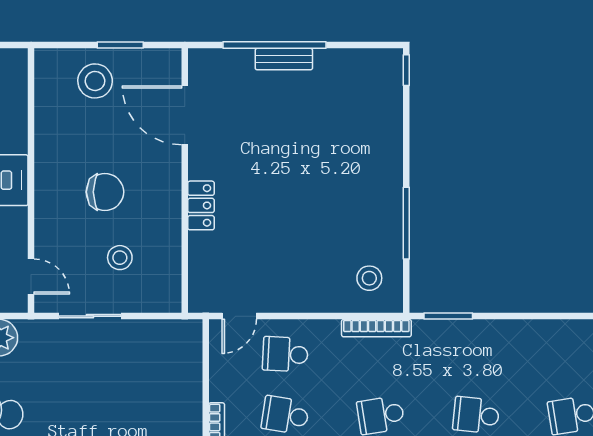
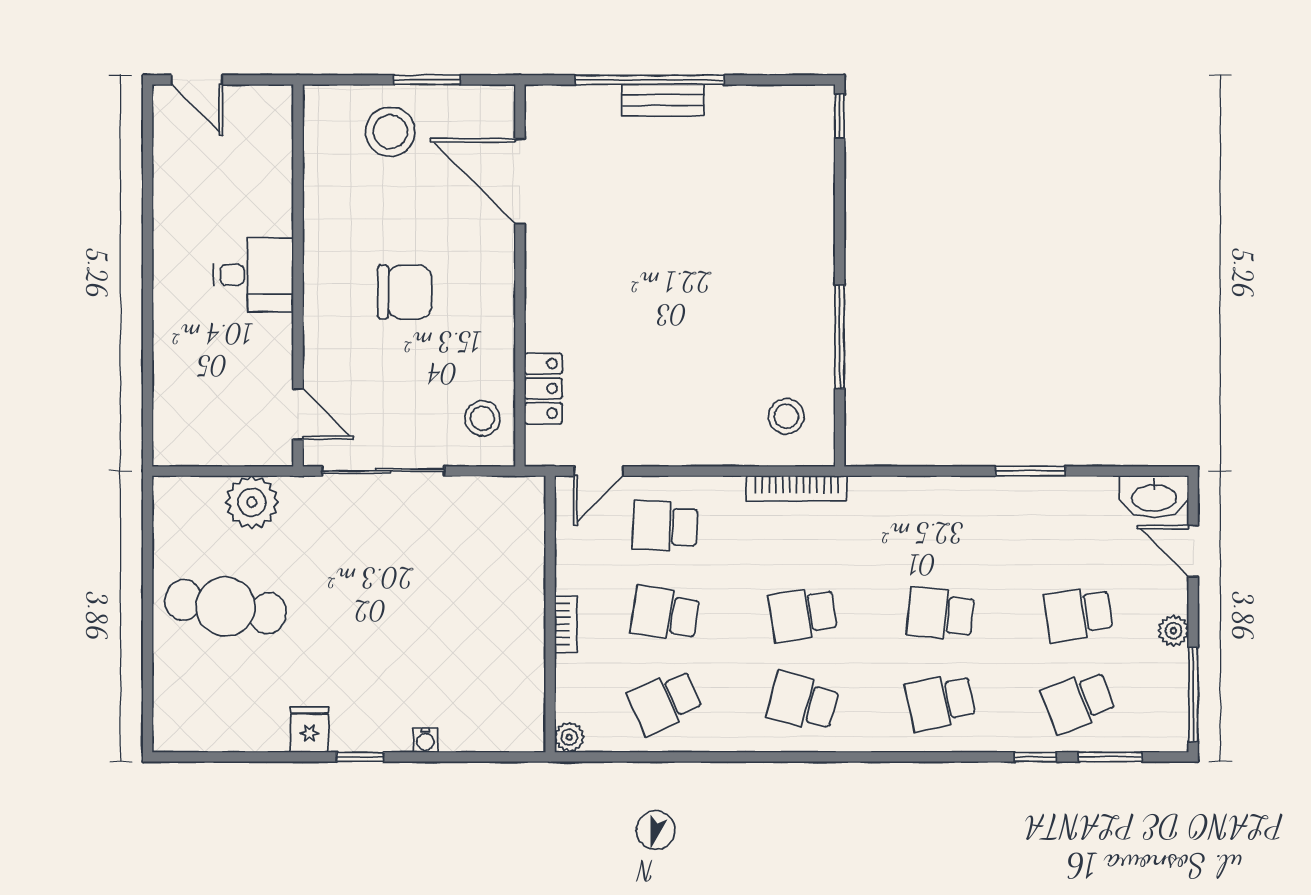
locker: (201, 205) -> (543, 388), moved
stool: (120, 258) -> (482, 418), moved
sliding door: (90, 316) -> (383, 471), width x1.37
window: (448, 316) -> (1030, 471), moved

